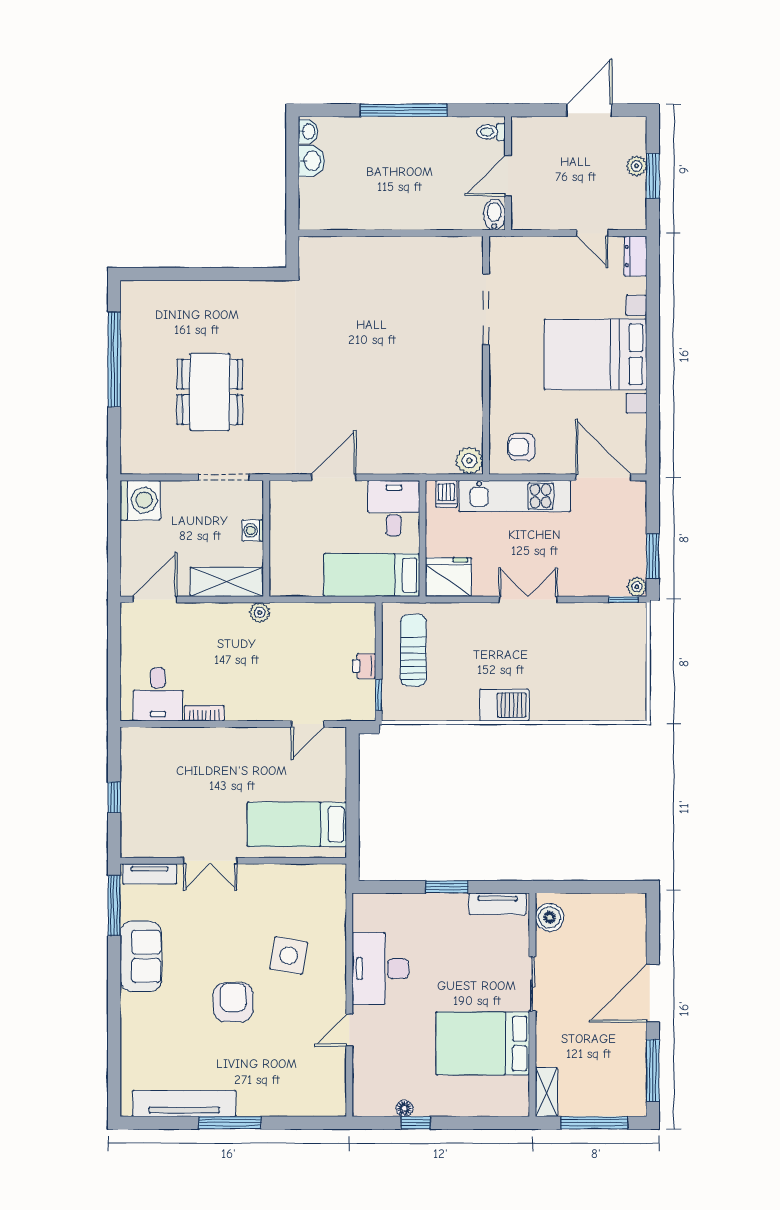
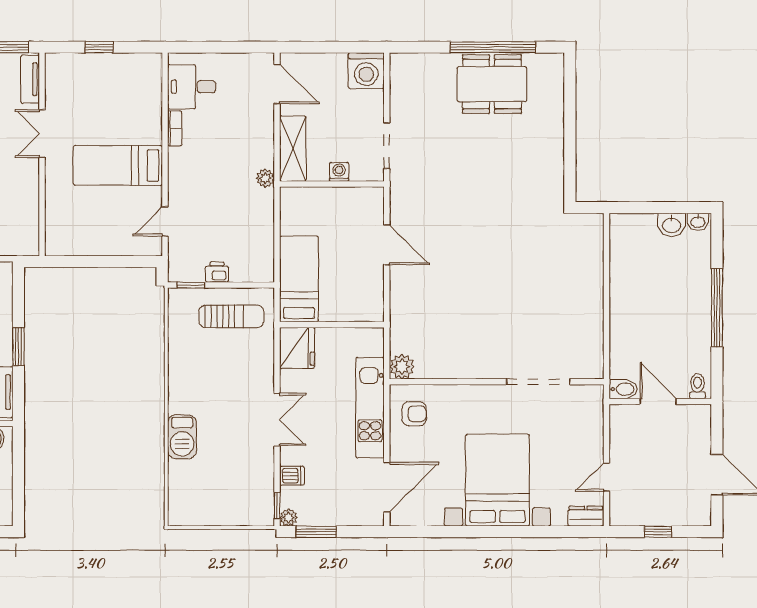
plant: (636, 166) -> (667, 517), removed
window: (653, 176) -> (658, 532), width x0.67
dining table: (210, 392) -> (492, 84), moved
armchair: (522, 447) -> (414, 414), turned 90
dishwasher: (446, 494) -> (292, 476), moved, turned 180
desk: (394, 508) -> (359, 299), removed
barbecue: (504, 705) -> (182, 437), moved
door: (308, 724) -> (165, 221), hinge flipped
bed: (297, 824) -> (118, 165), moved, turned -90

